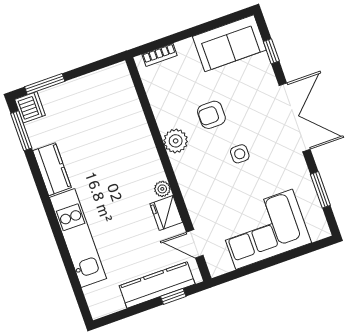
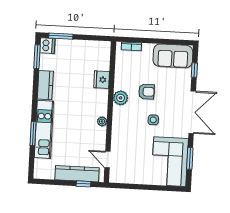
armchair: (211, 115) -> (146, 92), turned 180
fridge: (166, 213) -> (102, 80), moved
corner sofa: (264, 229) -> (170, 162), moved, turned -90
window: (64, 251) -> (33, 134), added

